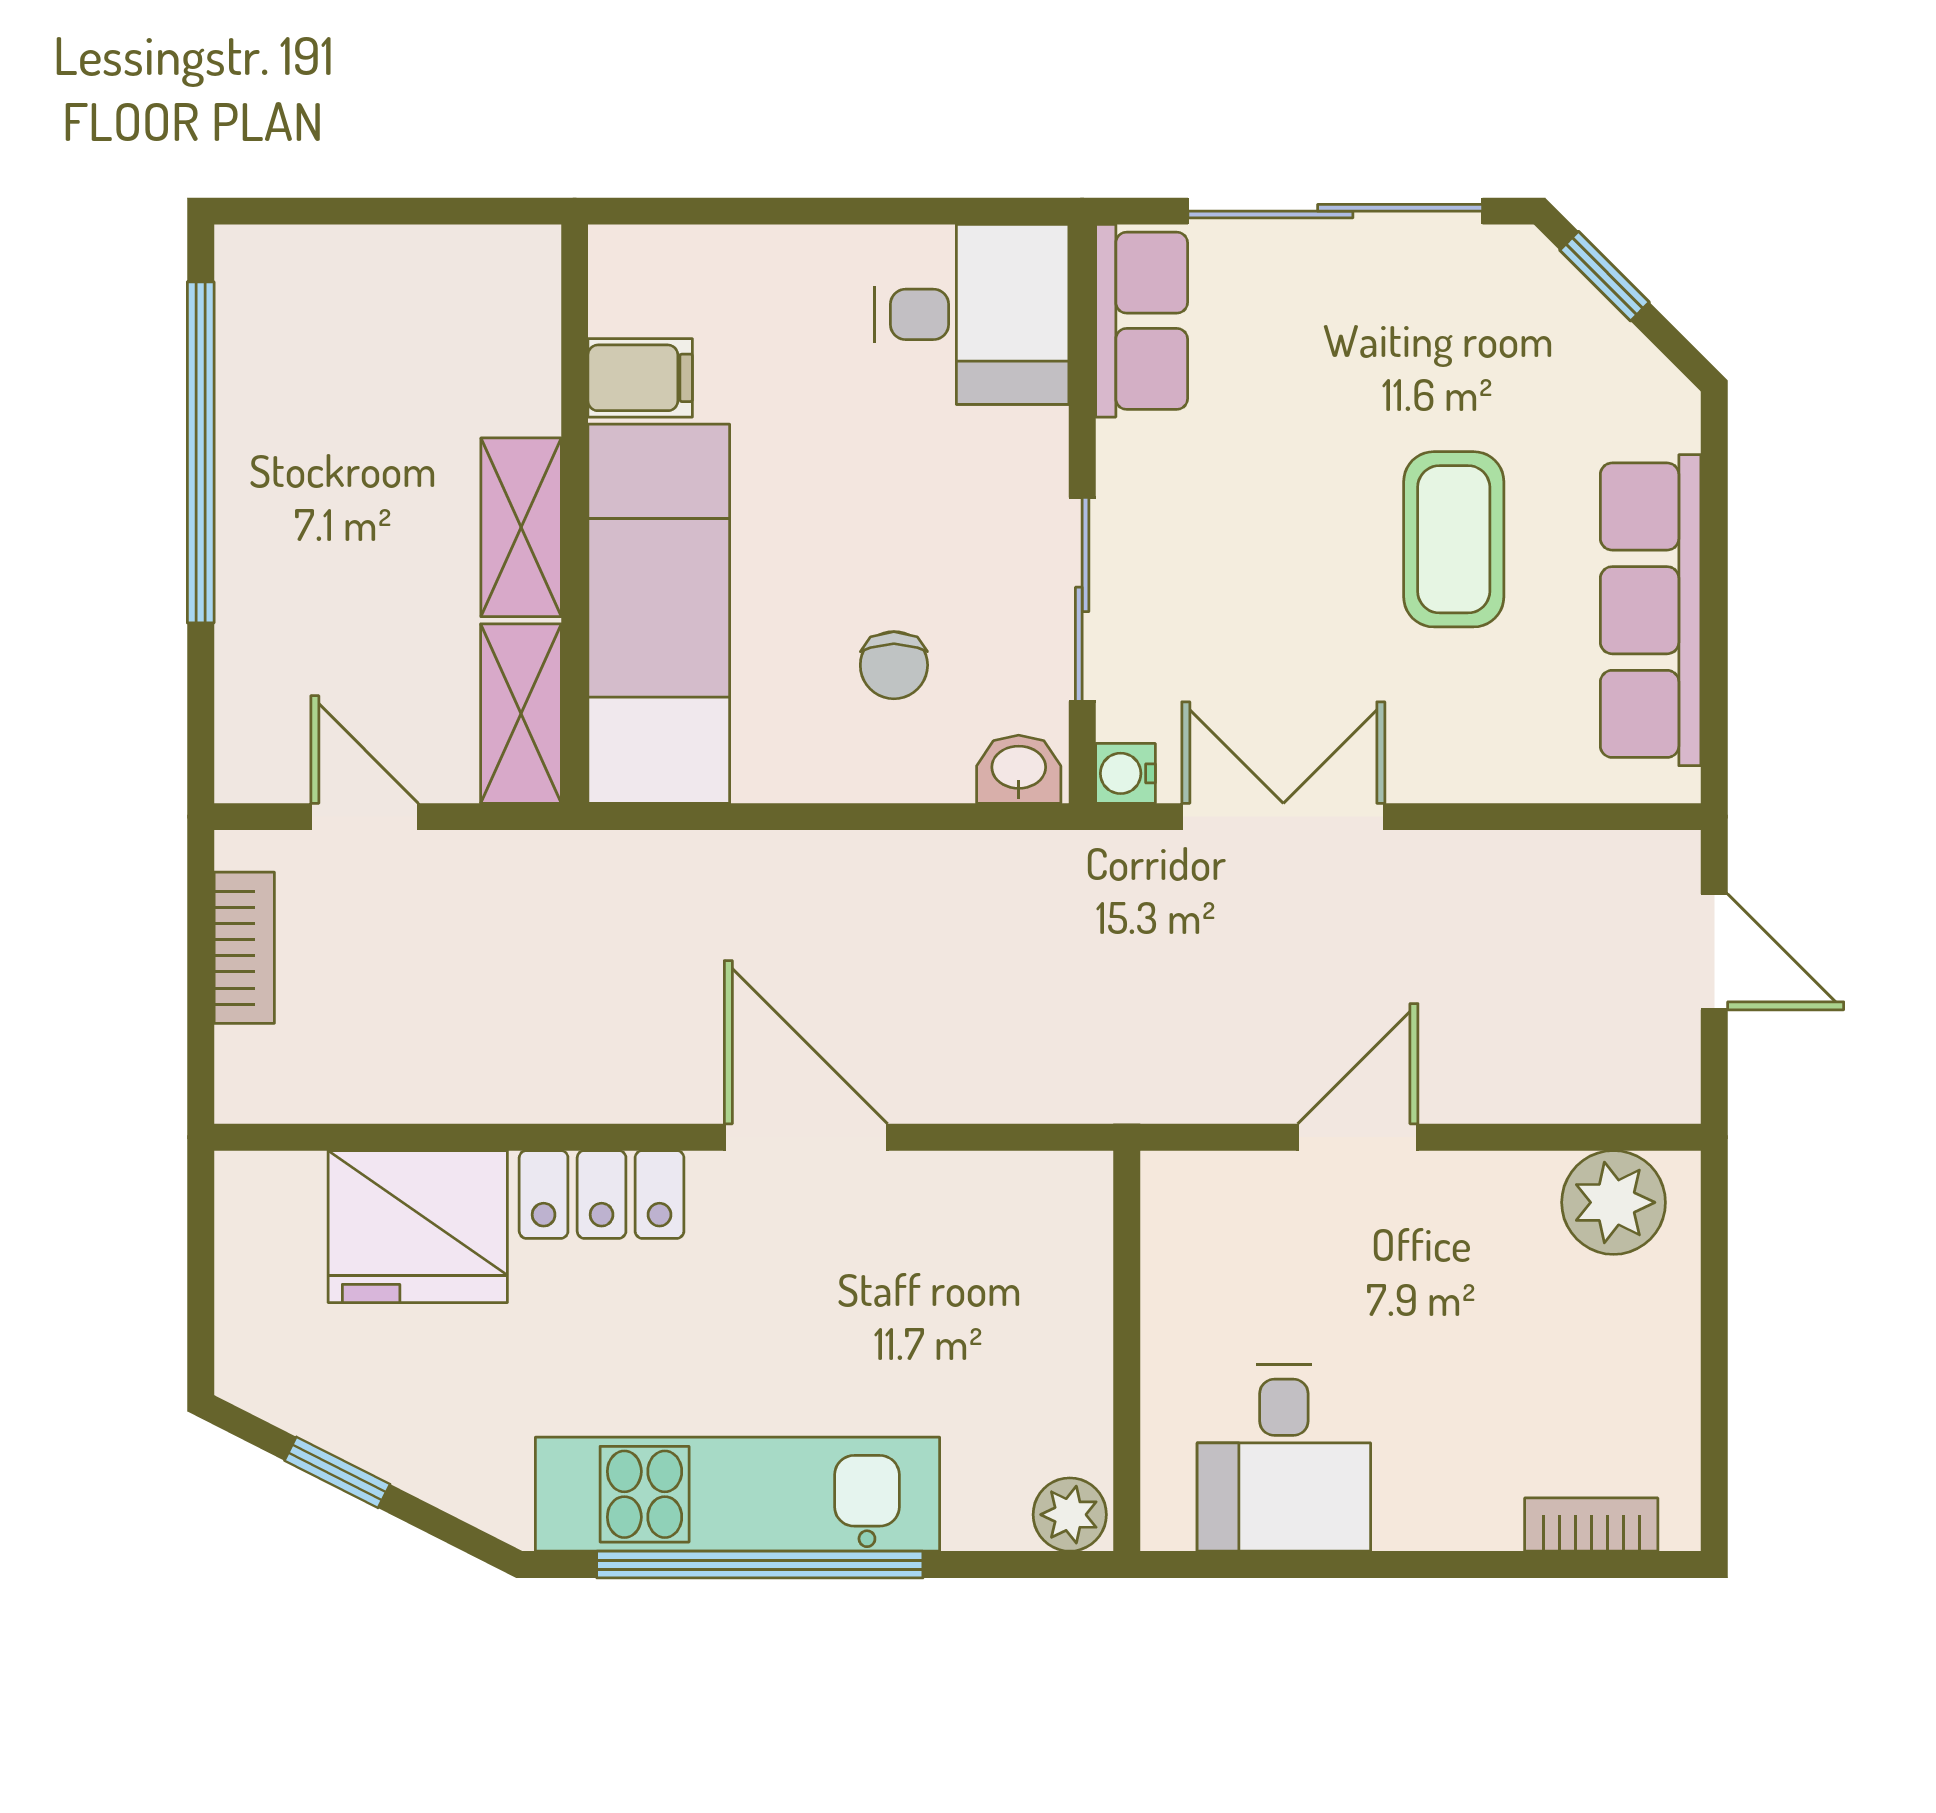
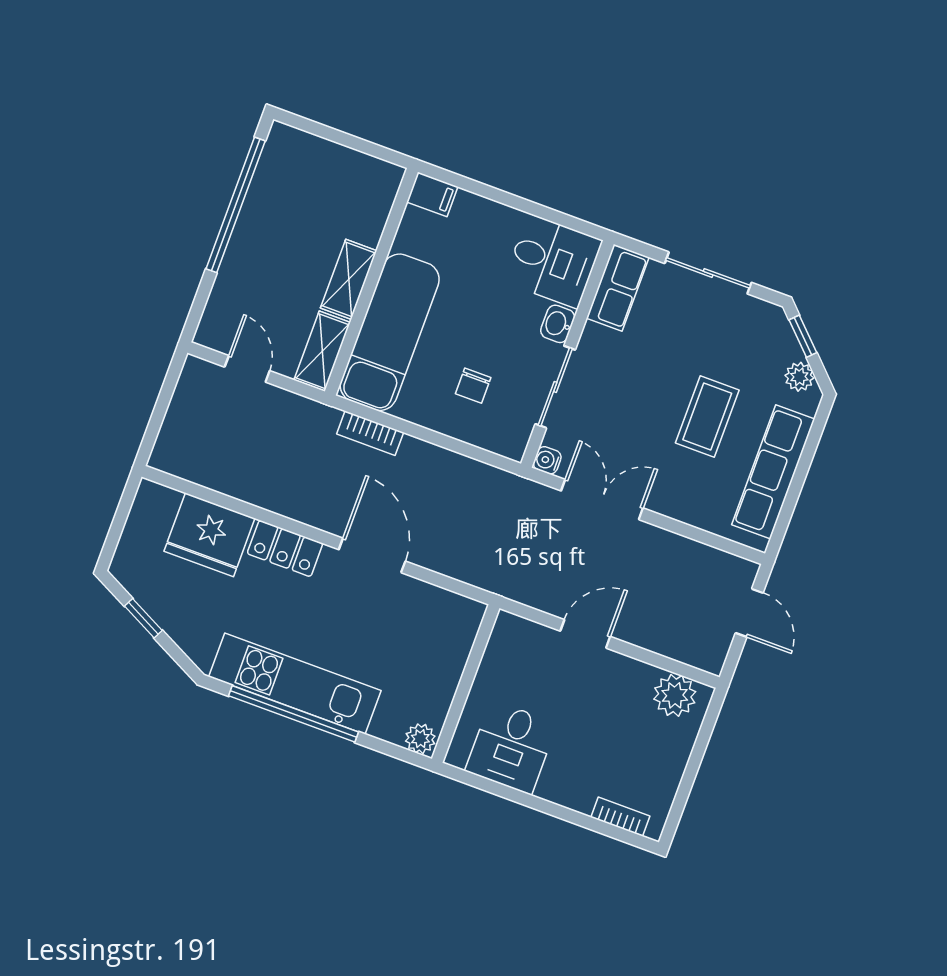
sliding door: (1335, 211) -> (708, 273), width x0.73
plant: (1631, 371) -> (799, 377), added
filing cabinet: (640, 378) -> (432, 194), moved
washbasin: (1019, 769) -> (558, 324), moved, turned -90
bookcase: (244, 948) -> (370, 433), moved, turned 90

